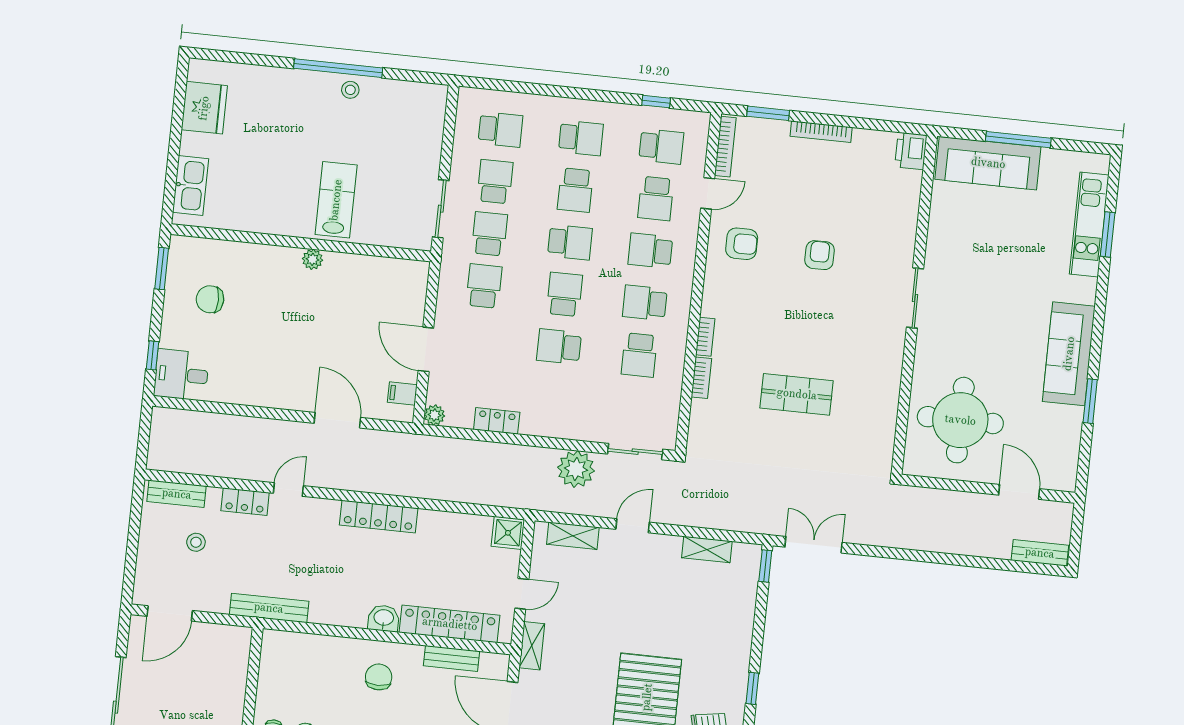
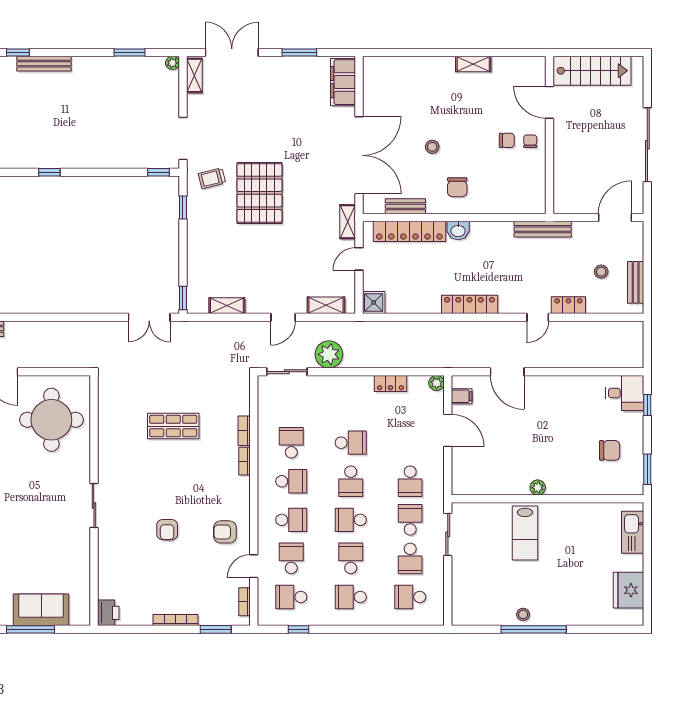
bookcase: (725, 147) -> (244, 602), width x0.64
sofa: (988, 163) -> (41, 610), width x0.73
school desk: (489, 234) -> (410, 520), turned 180
bench: (177, 494) -> (636, 282), moved, turned 90

